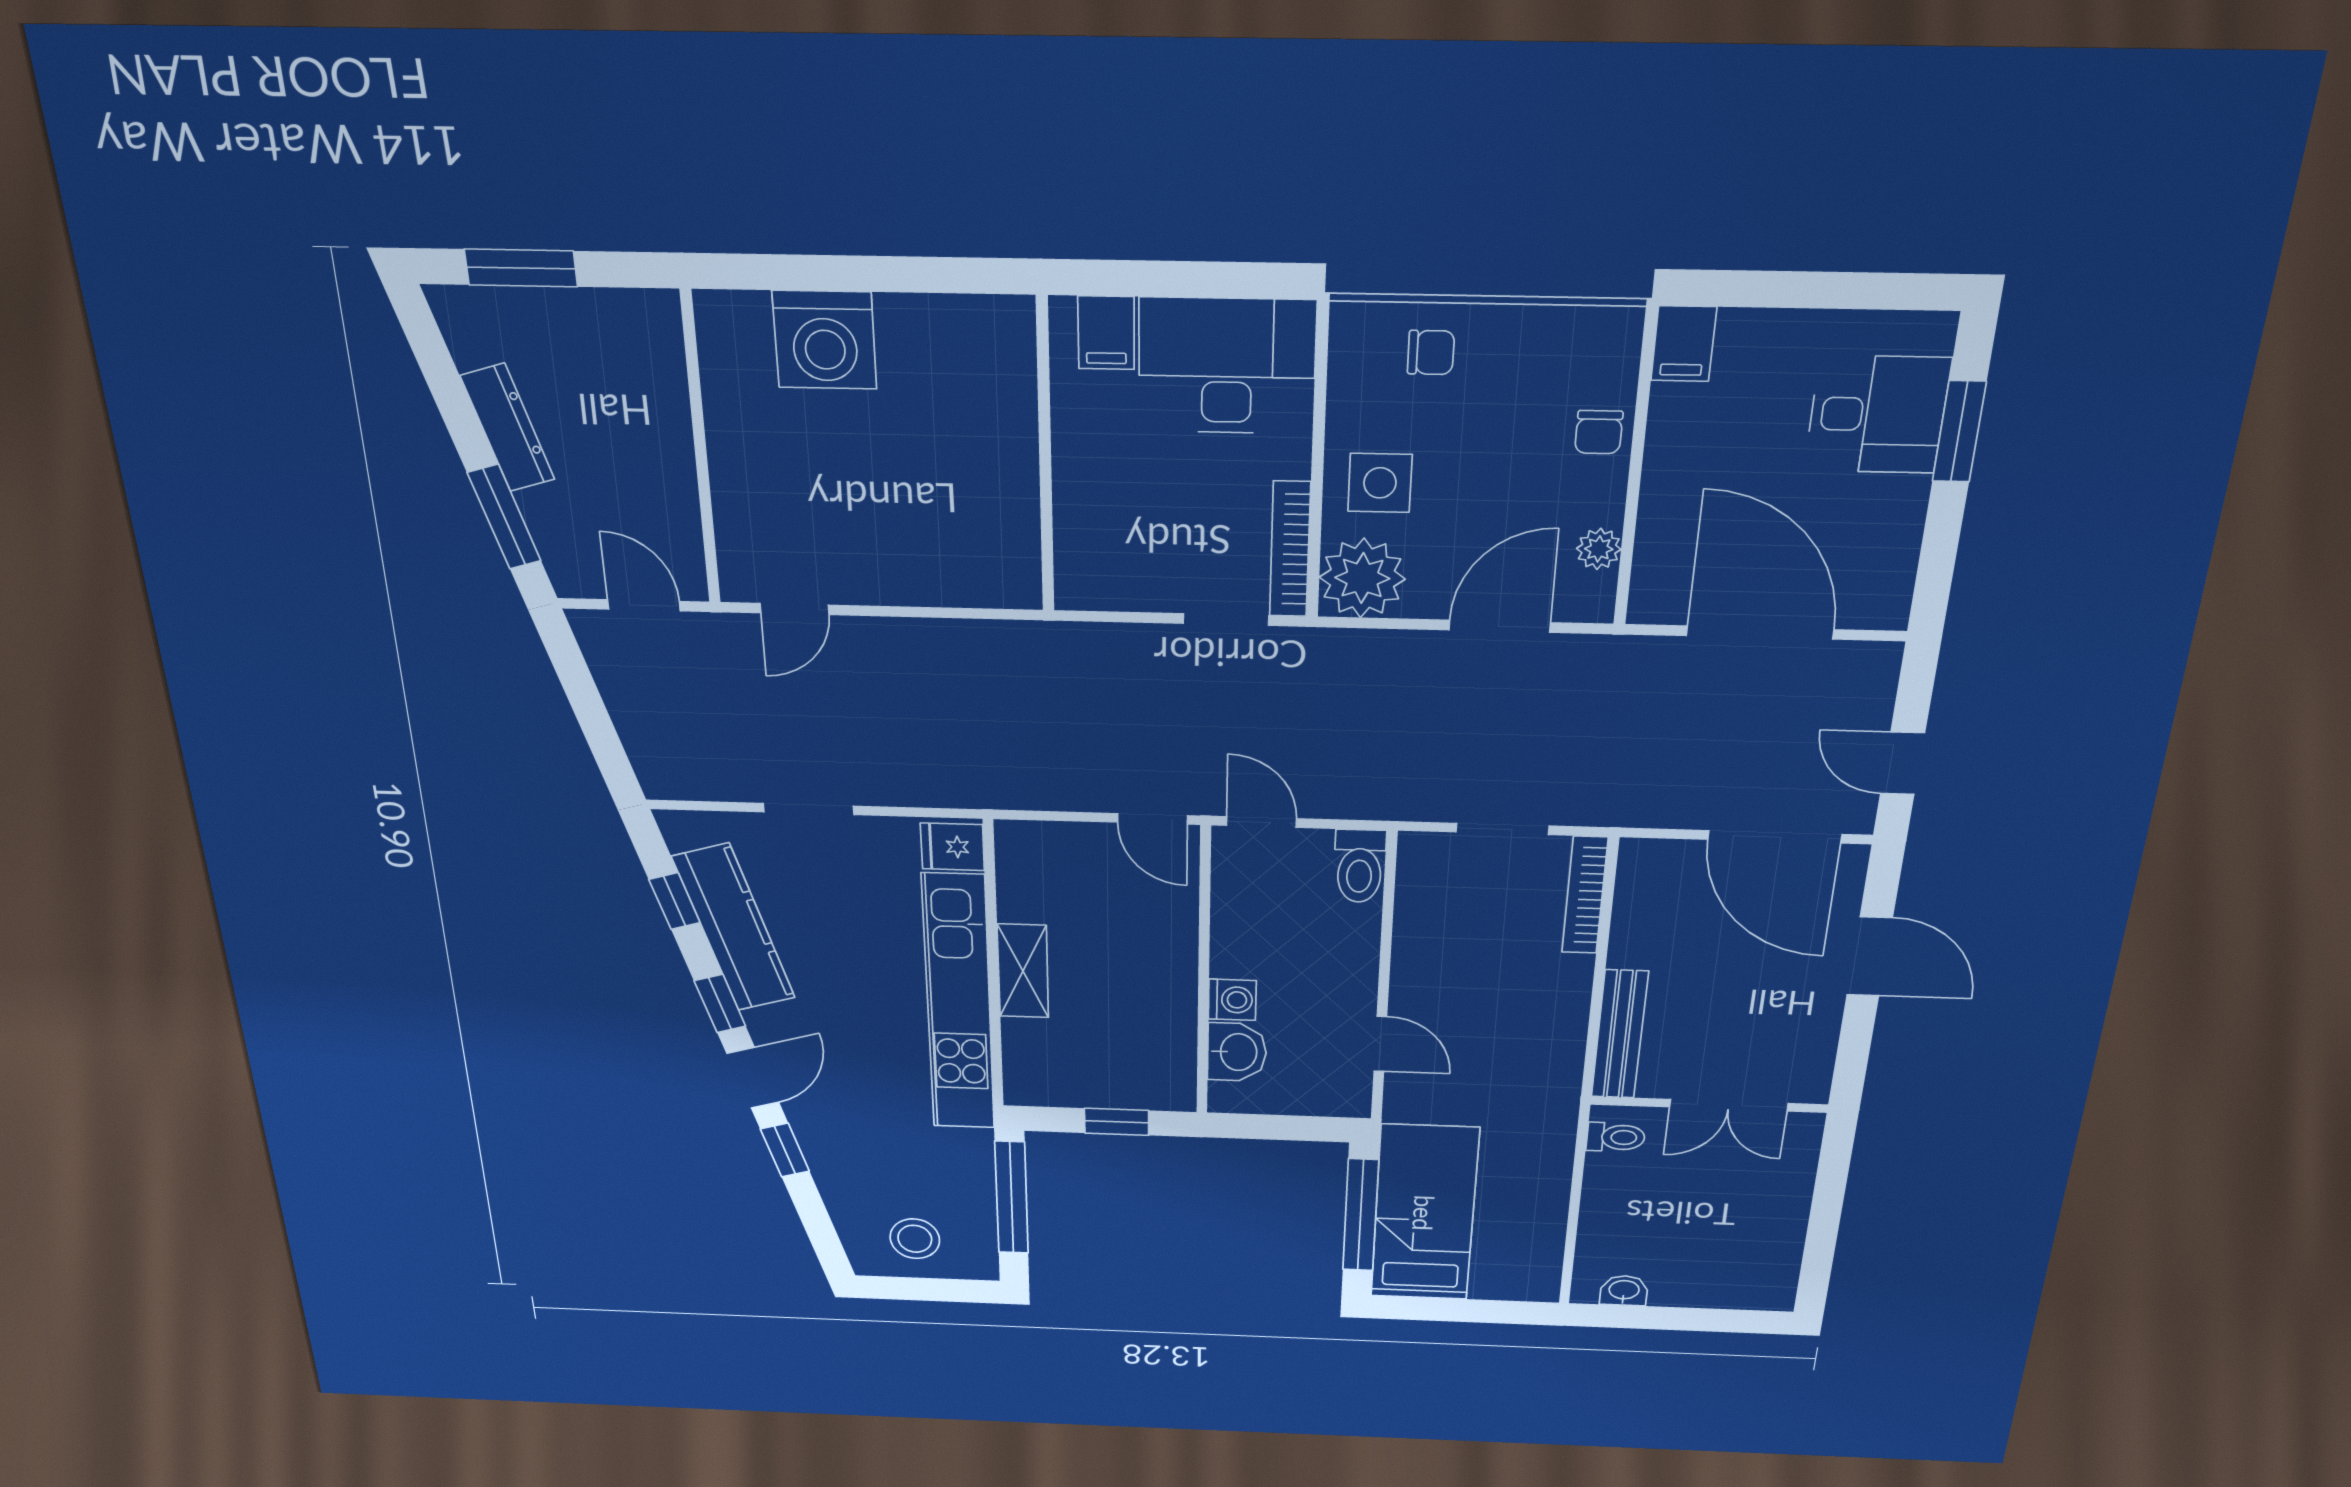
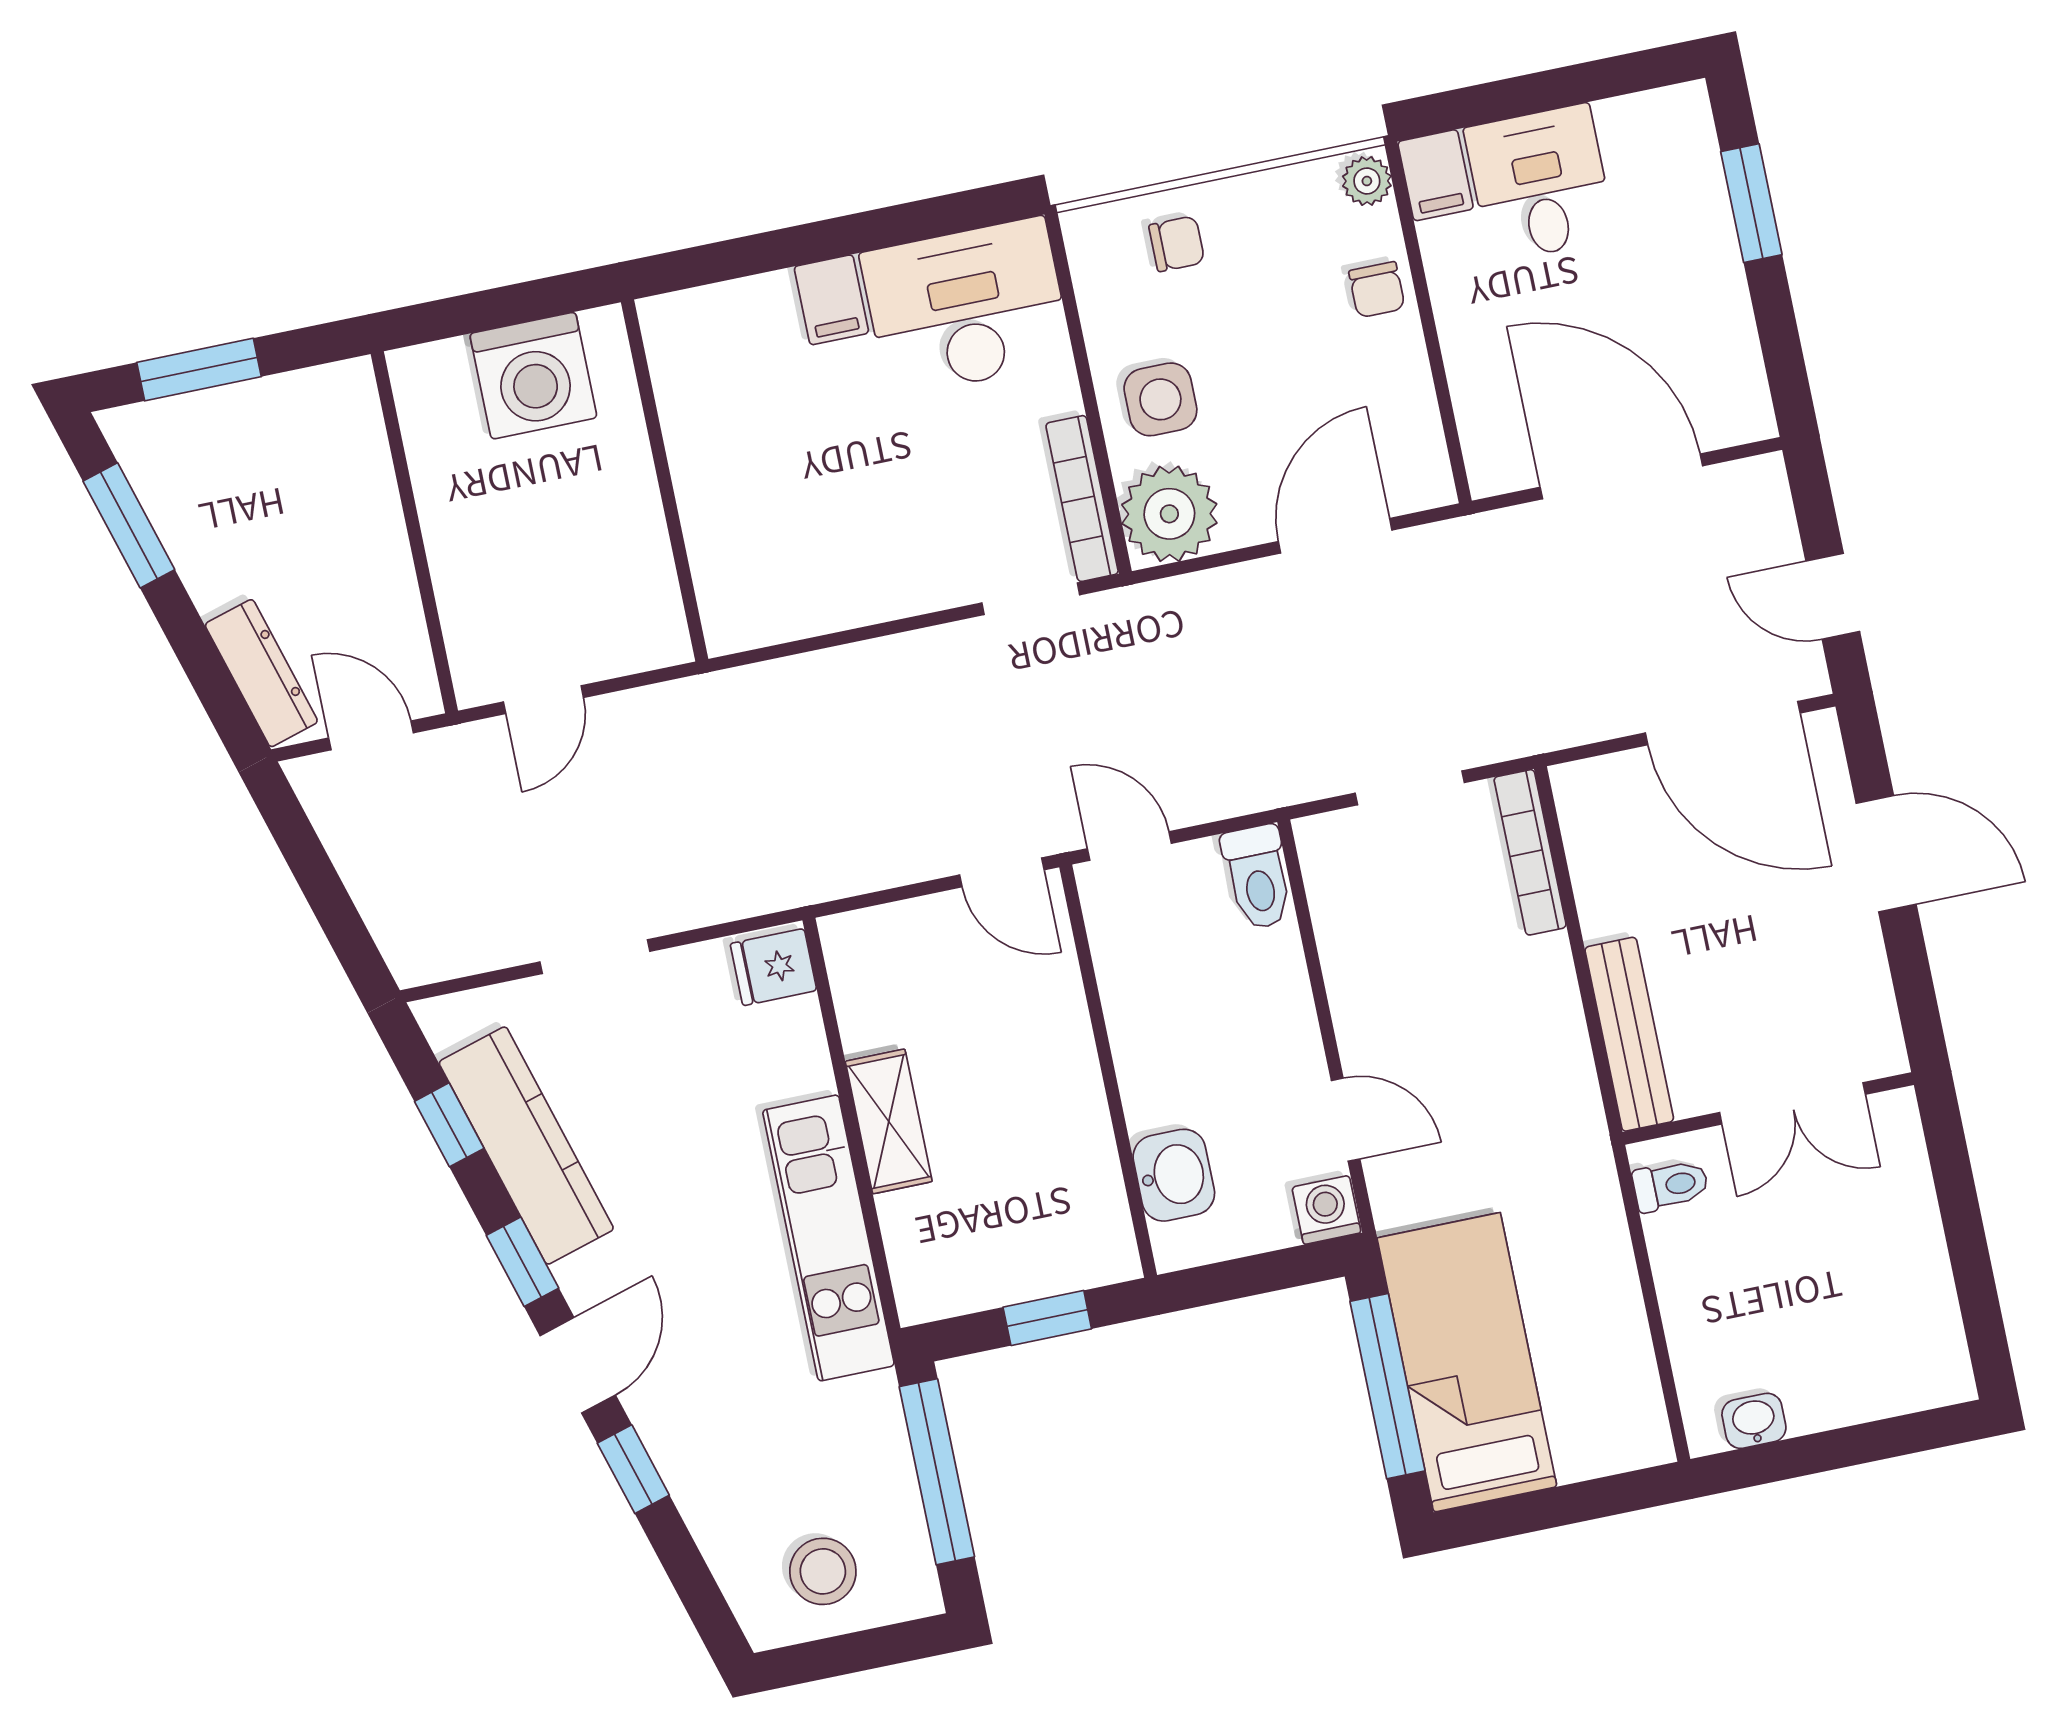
desk: (1877, 414) -> (1540, 183), moved, turned -90
dresser: (508, 428) -> (261, 673), moved
wall: (1045, 458) -> (665, 481), moved
window: (504, 517) -> (129, 525), moved
plant: (1599, 549) -> (1367, 181), moved
washing machine: (1232, 1000) -> (1326, 1210), moved, turned -90
kitchen unit: (959, 1004) -> (828, 1238), width x0.73

